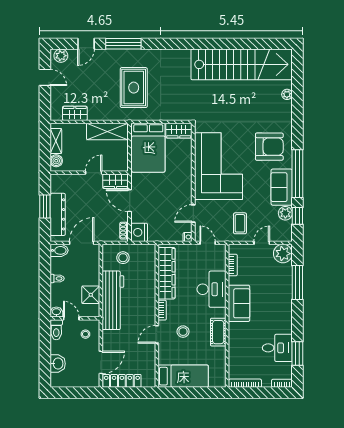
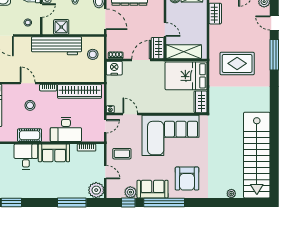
shelving: (107, 131) -> (184, 52), moved, turned 90
desk: (277, 348) -> (26, 157), moved, turned 180

